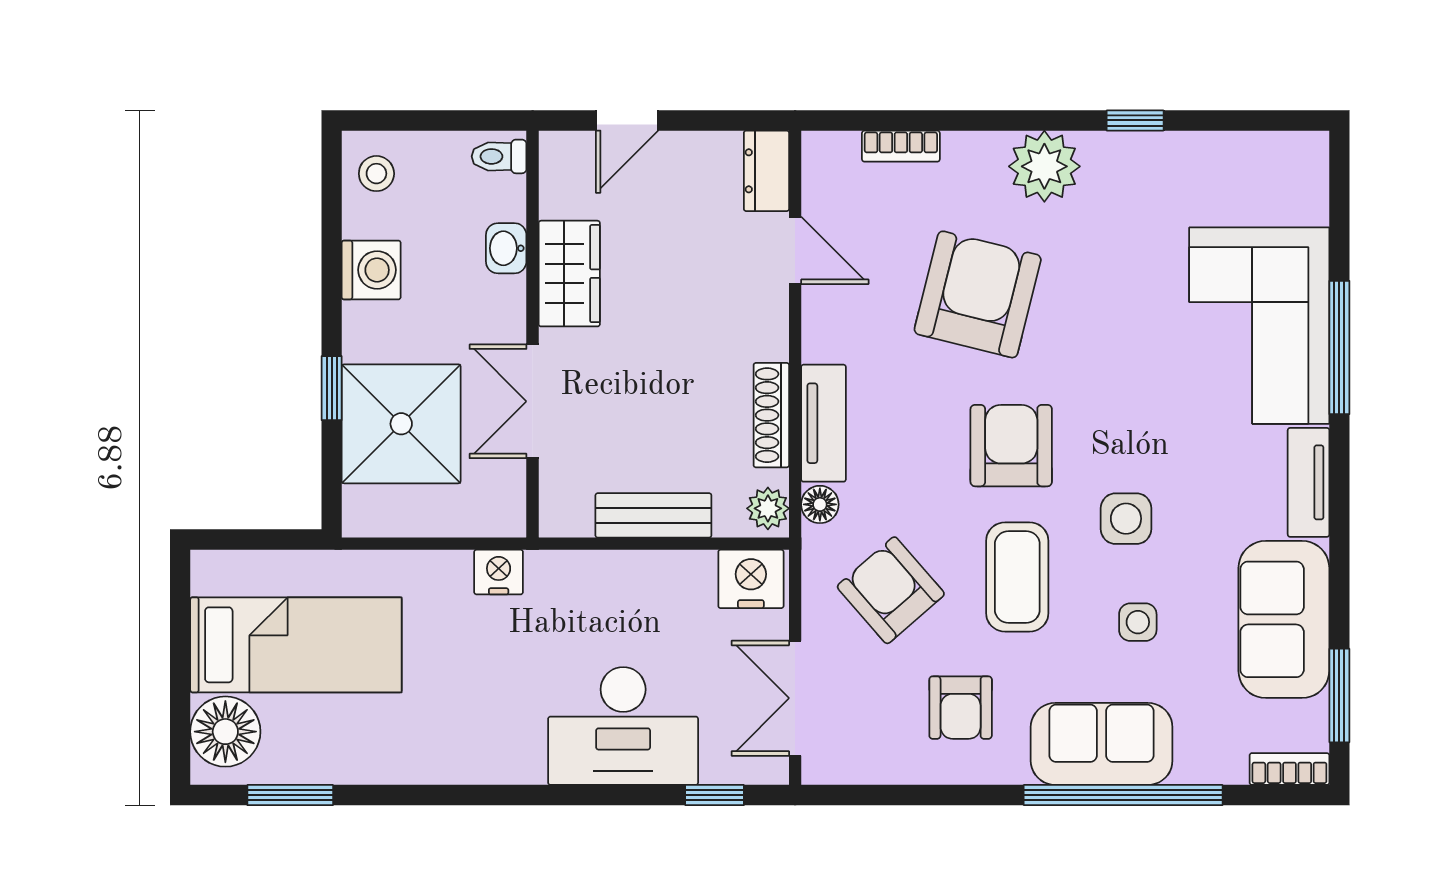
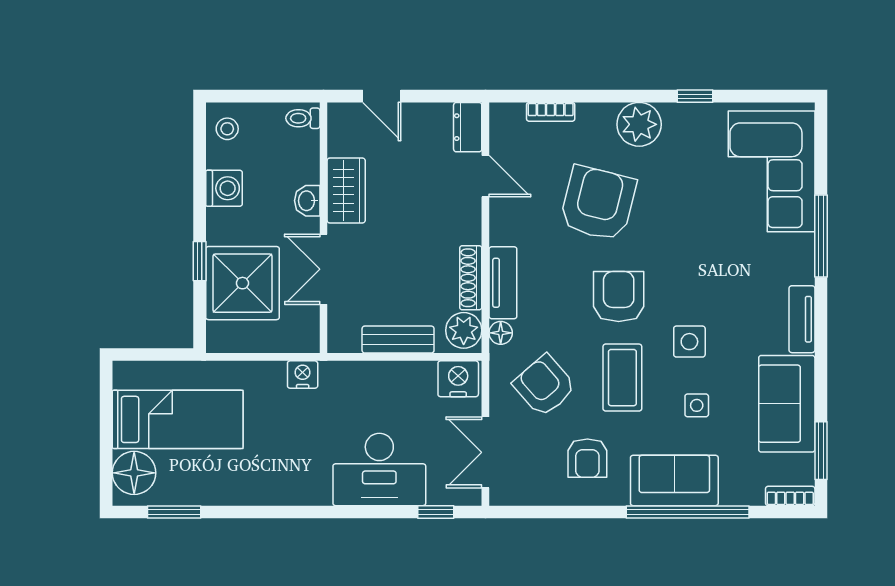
door: (627, 120) -> (382, 96), hinge flipped
washbasin: (506, 248) -> (307, 201), moved
corner sofa: (1259, 326) -> (772, 171), moved
plant: (768, 508) -> (464, 330), width x1.38, depth x1.38

